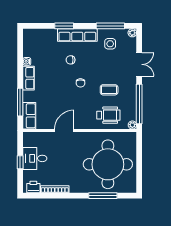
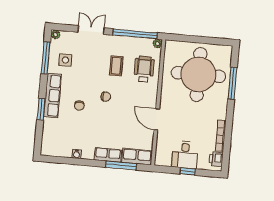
row of seats: (28, 78) -> (108, 155), moved

